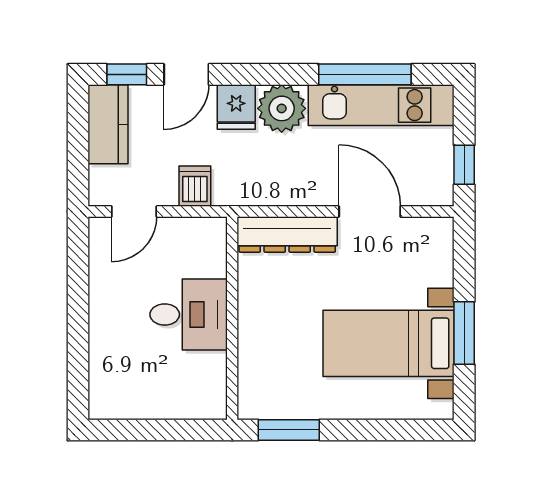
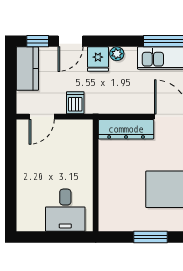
plant: (282, 108) -> (117, 54), width x0.53, depth x0.53
desk: (189, 314) -> (65, 210), moved, turned 90
window: (289, 430) -> (150, 237), moved

